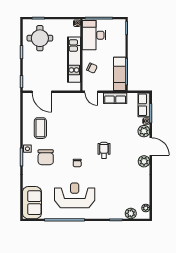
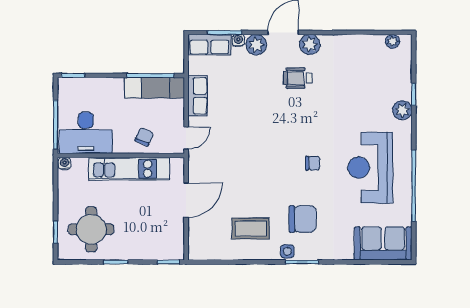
door: (42, 92) -> (186, 200), moved
wheelchair: (104, 150) -> (298, 78), moved
plant: (131, 213) -> (402, 110), moved

